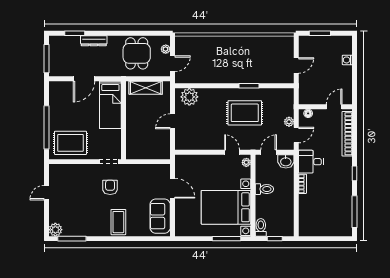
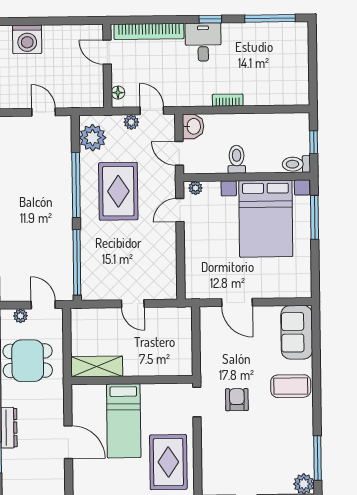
washing machine: (347, 60) -> (27, 39), width x1.89, depth x1.89
window: (199, 86) -> (77, 262), added
window: (249, 86) -> (76, 185), width x2.11
shelving: (146, 88) -> (97, 367), moved, turned 90
plant: (189, 97) -> (93, 138), moved
bed: (110, 105) -> (124, 421), moved, turned 90
desk: (311, 162) -> (203, 42), moved, turned 180
armchair: (110, 187) -> (237, 400), turned 90
door: (172, 188) -> (237, 302), swing flipped
sofa: (160, 216) -> (297, 332), moved, turned 90

